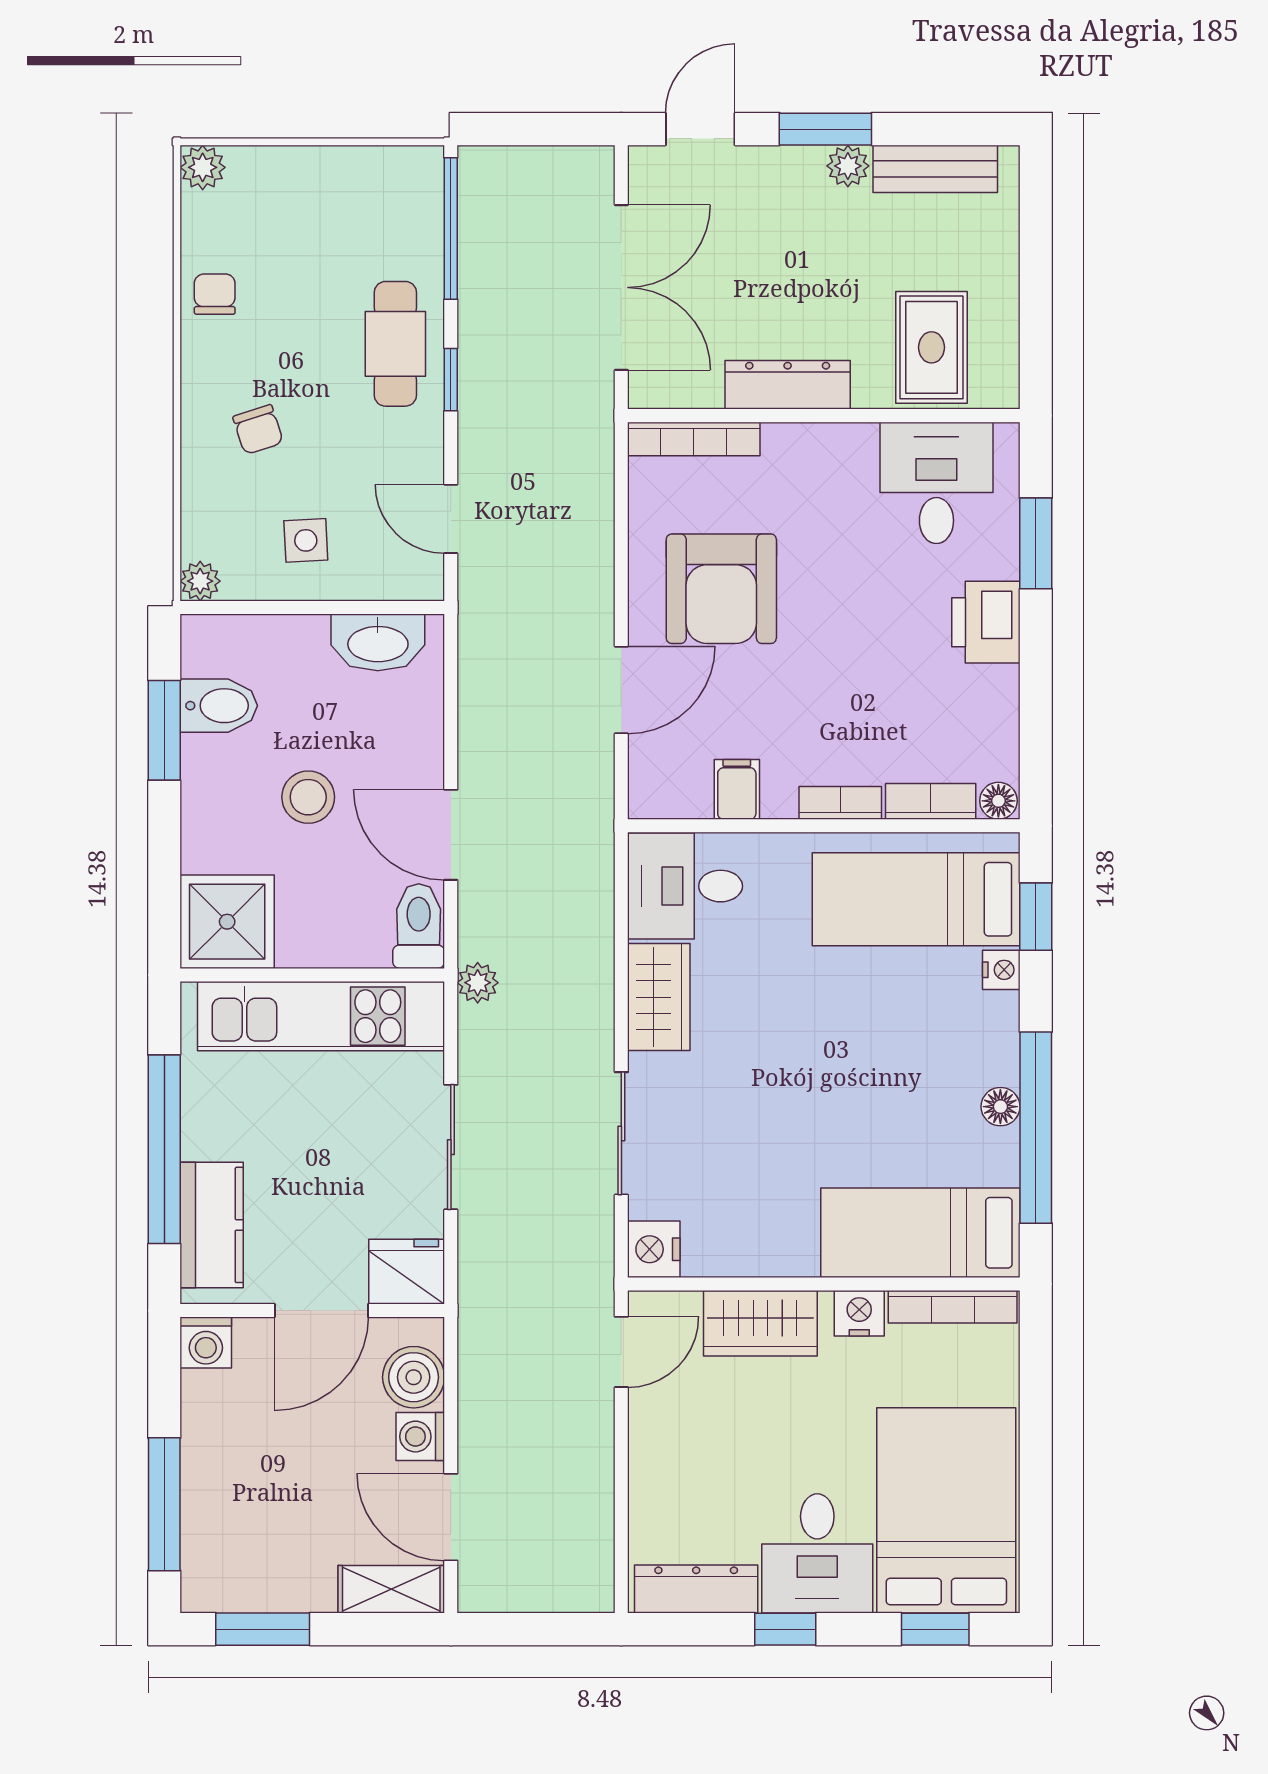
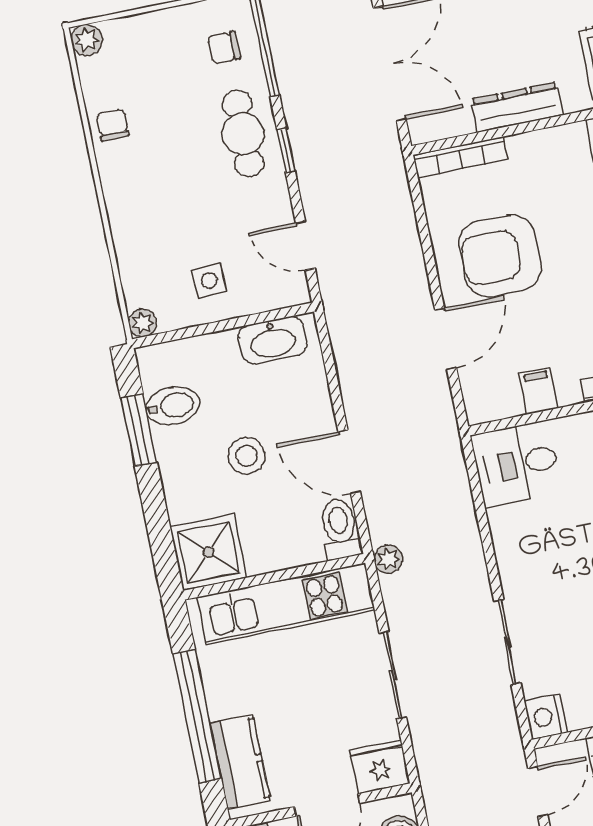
chair: (258, 430) -> (224, 48), moved, turned 108
armchair: (721, 589) -> (500, 256), turned 90
wardrobe: (659, 997) -> (514, 544), removed

